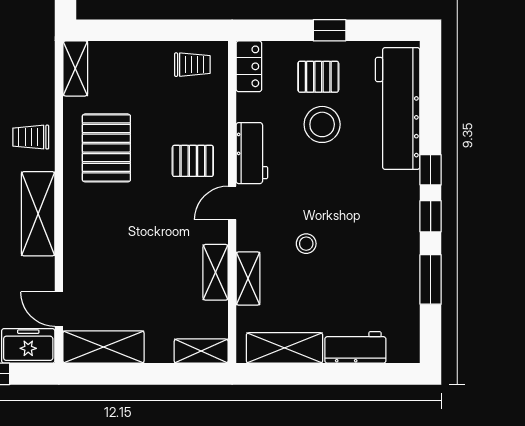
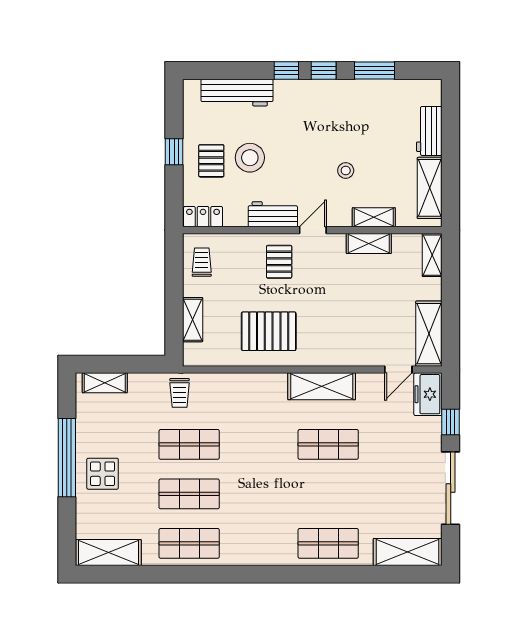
shelving: (75, 68) -> (193, 320), moved, turned 90
workbench: (398, 109) -> (237, 93), width x0.73, depth x0.76
trolley: (31, 137) -> (180, 393), moved
door: (232, 203) -> (313, 230), swing flipped

